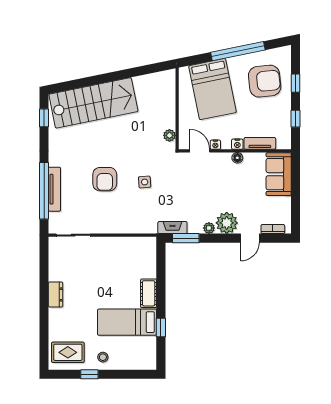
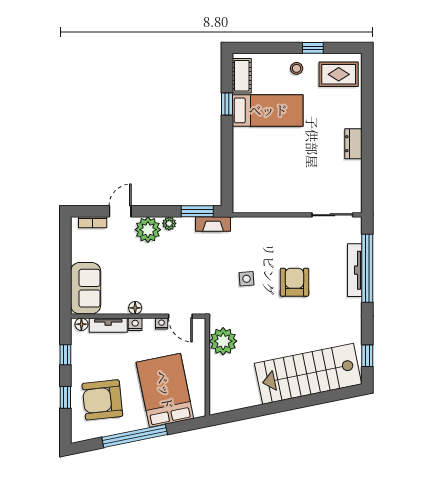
plant: (169, 135) -> (223, 341), width x1.88, depth x1.88
floor lamp: (282, 144) -> (81, 324), added
cot: (149, 293) -> (242, 76), moved

